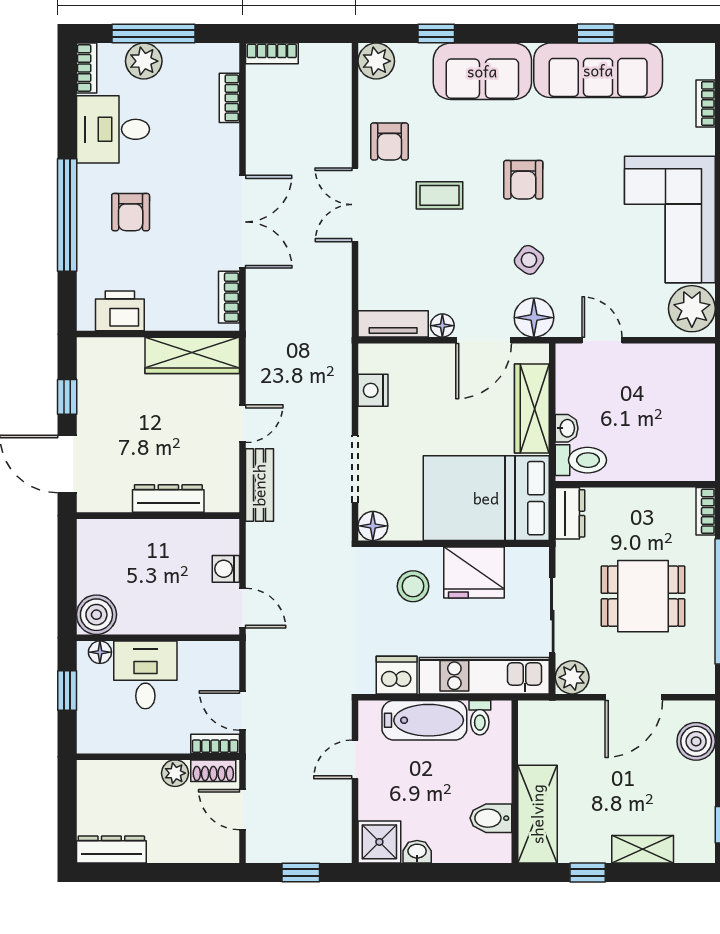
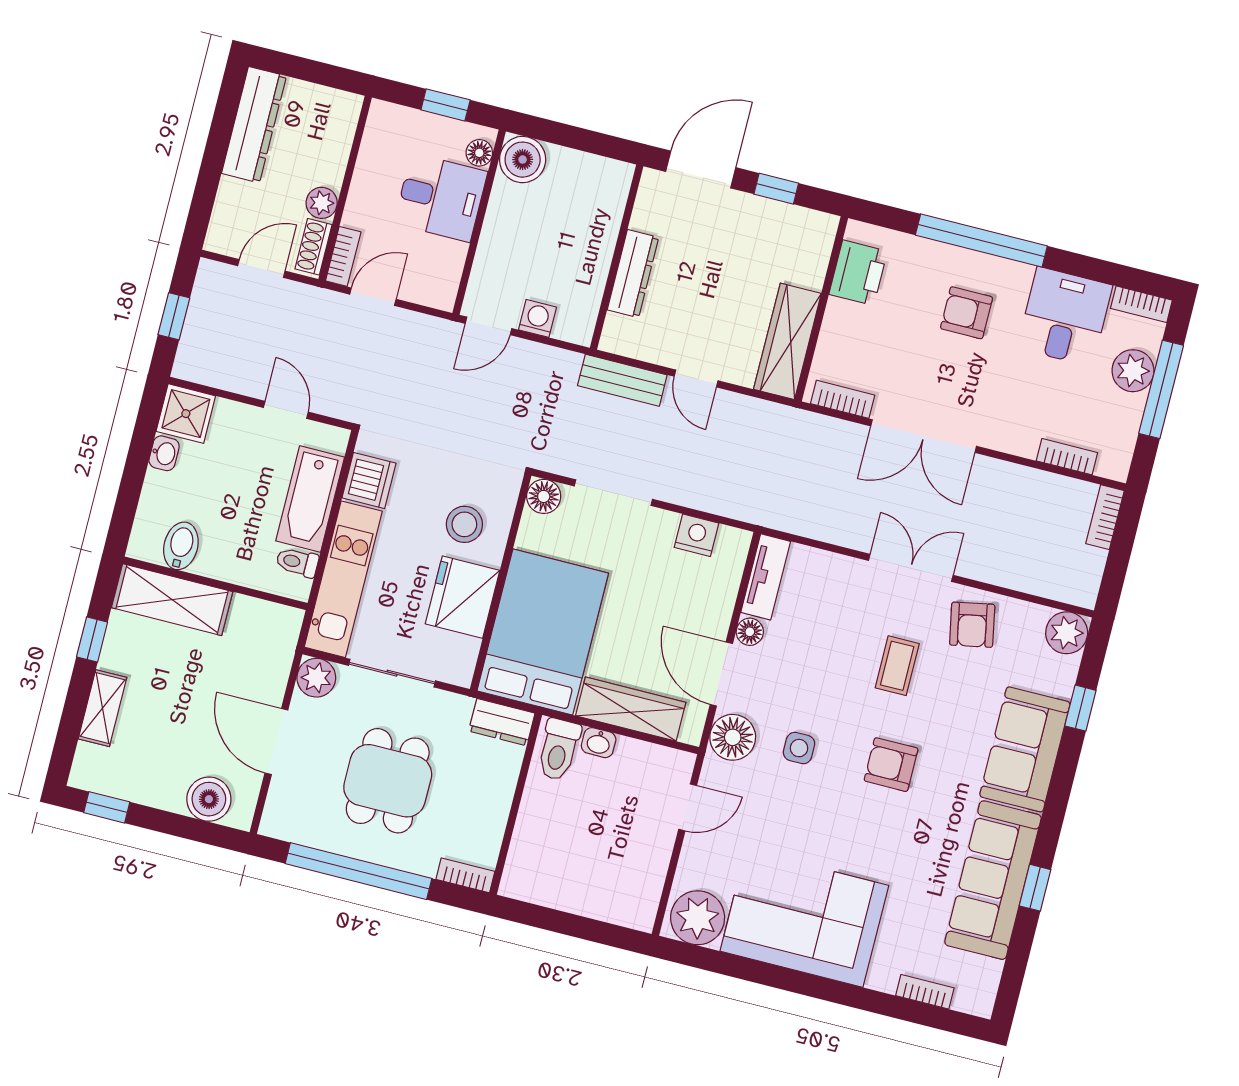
armchair: (390, 142) -> (972, 625), turned -101
side table: (529, 260) -> (799, 748), turned -37
dresser: (111, 849) -> (254, 125), width x1.37, depth x1.24

